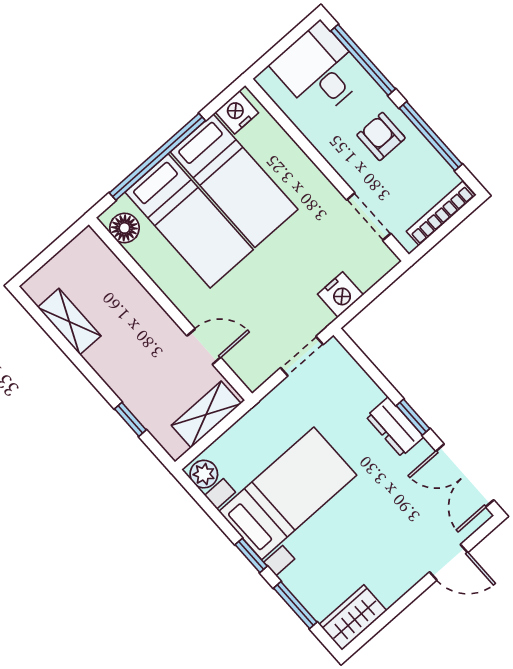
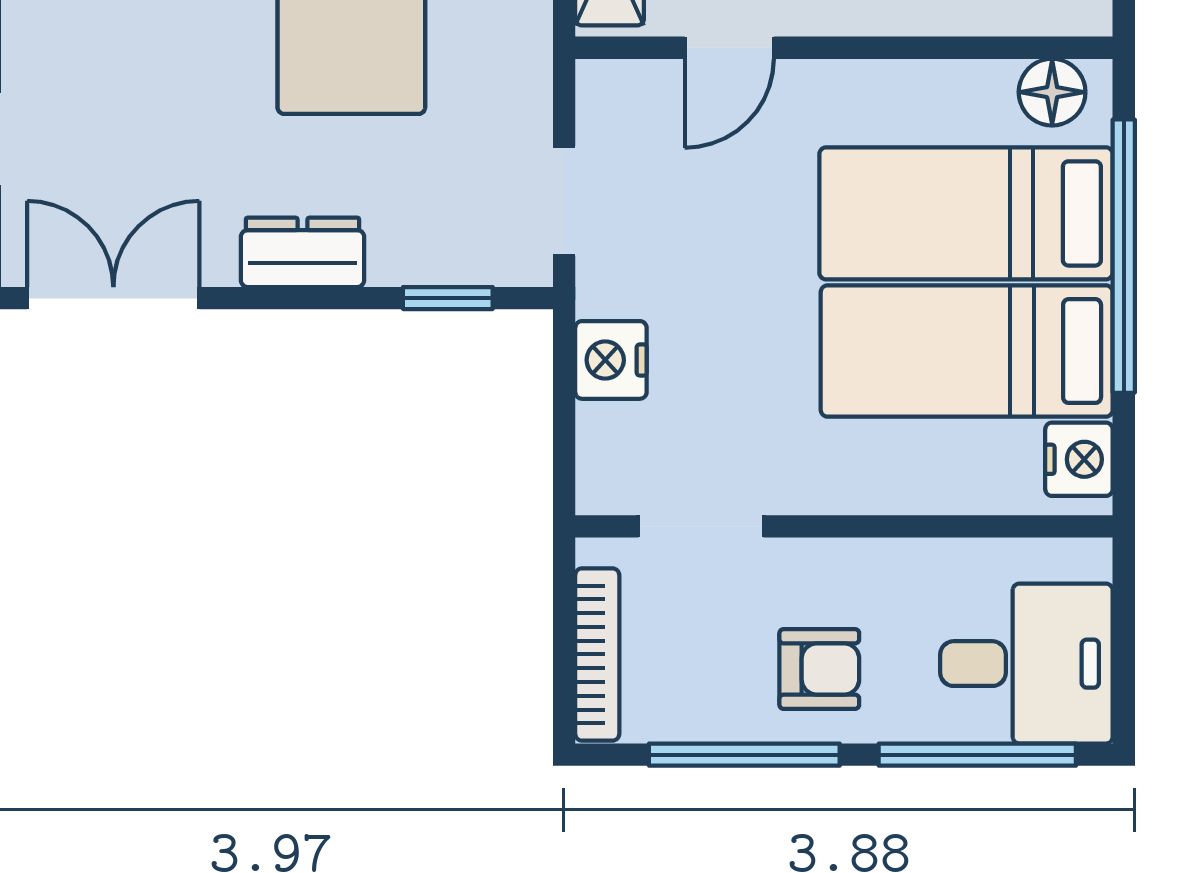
window: (413, 417) -> (448, 298), moved

